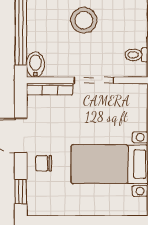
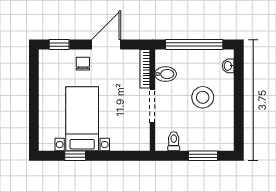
bidet: (35, 65) -> (166, 74), moved

